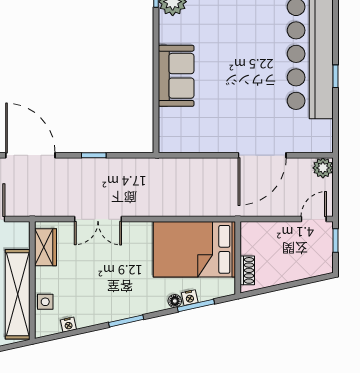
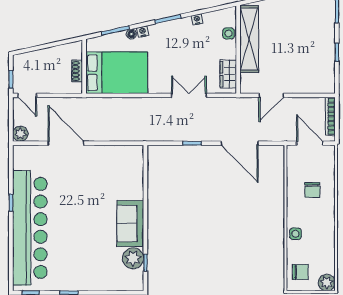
sofa: (176, 76) -> (130, 224), moved
door: (262, 155) -> (66, 143), hinge flipped
door: (314, 219) -> (27, 95), hinge flipped
shoe rack: (247, 270) -> (77, 71), moved
nightstand: (190, 298) -> (143, 32), moved
nightstand: (68, 325) -> (197, 19), moved

